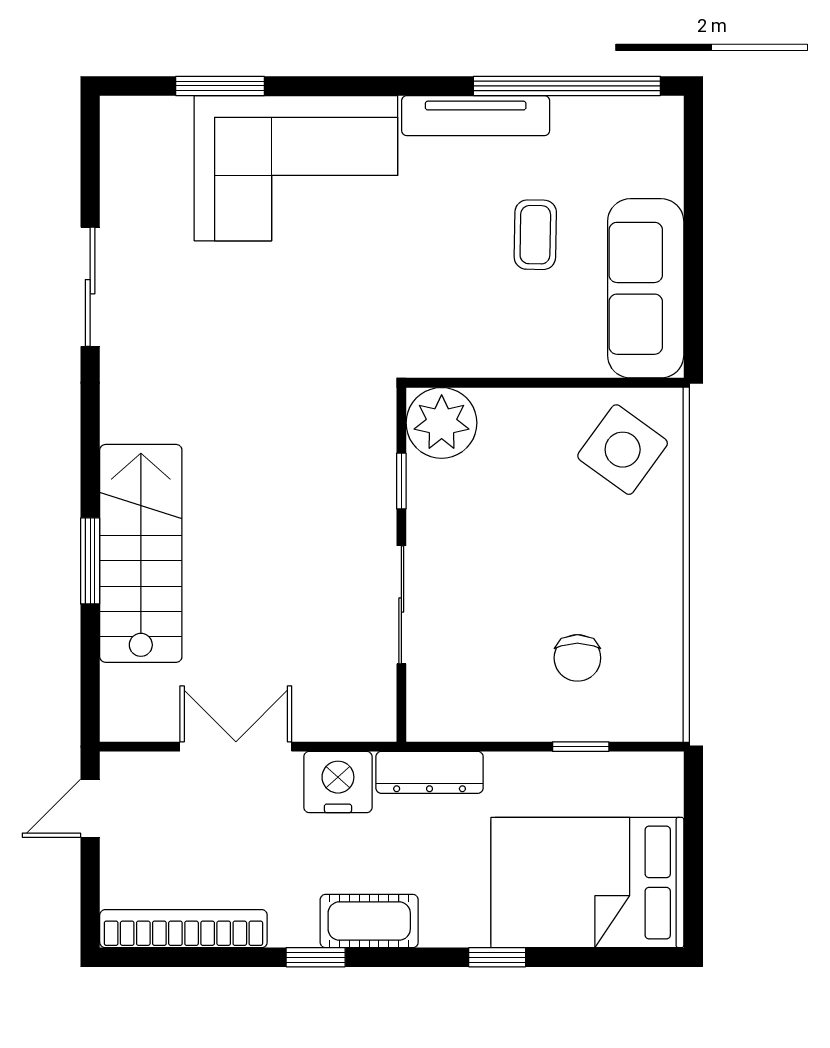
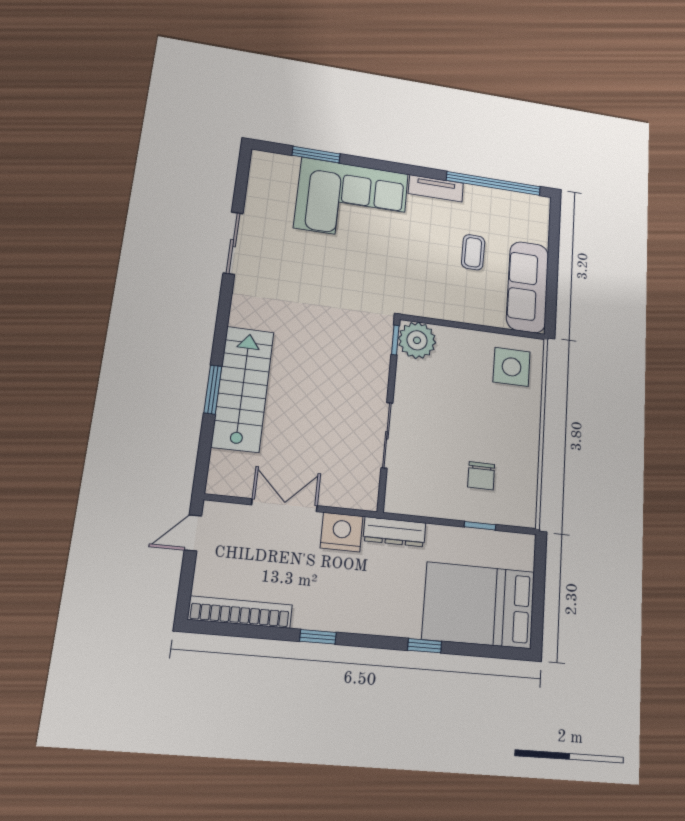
tv unit: (476, 116) -> (436, 188), width x0.71
side table: (623, 450) -> (512, 367), turned -36
window: (401, 481) -> (395, 340), moved
cot: (369, 921) -> (352, 617), removed

